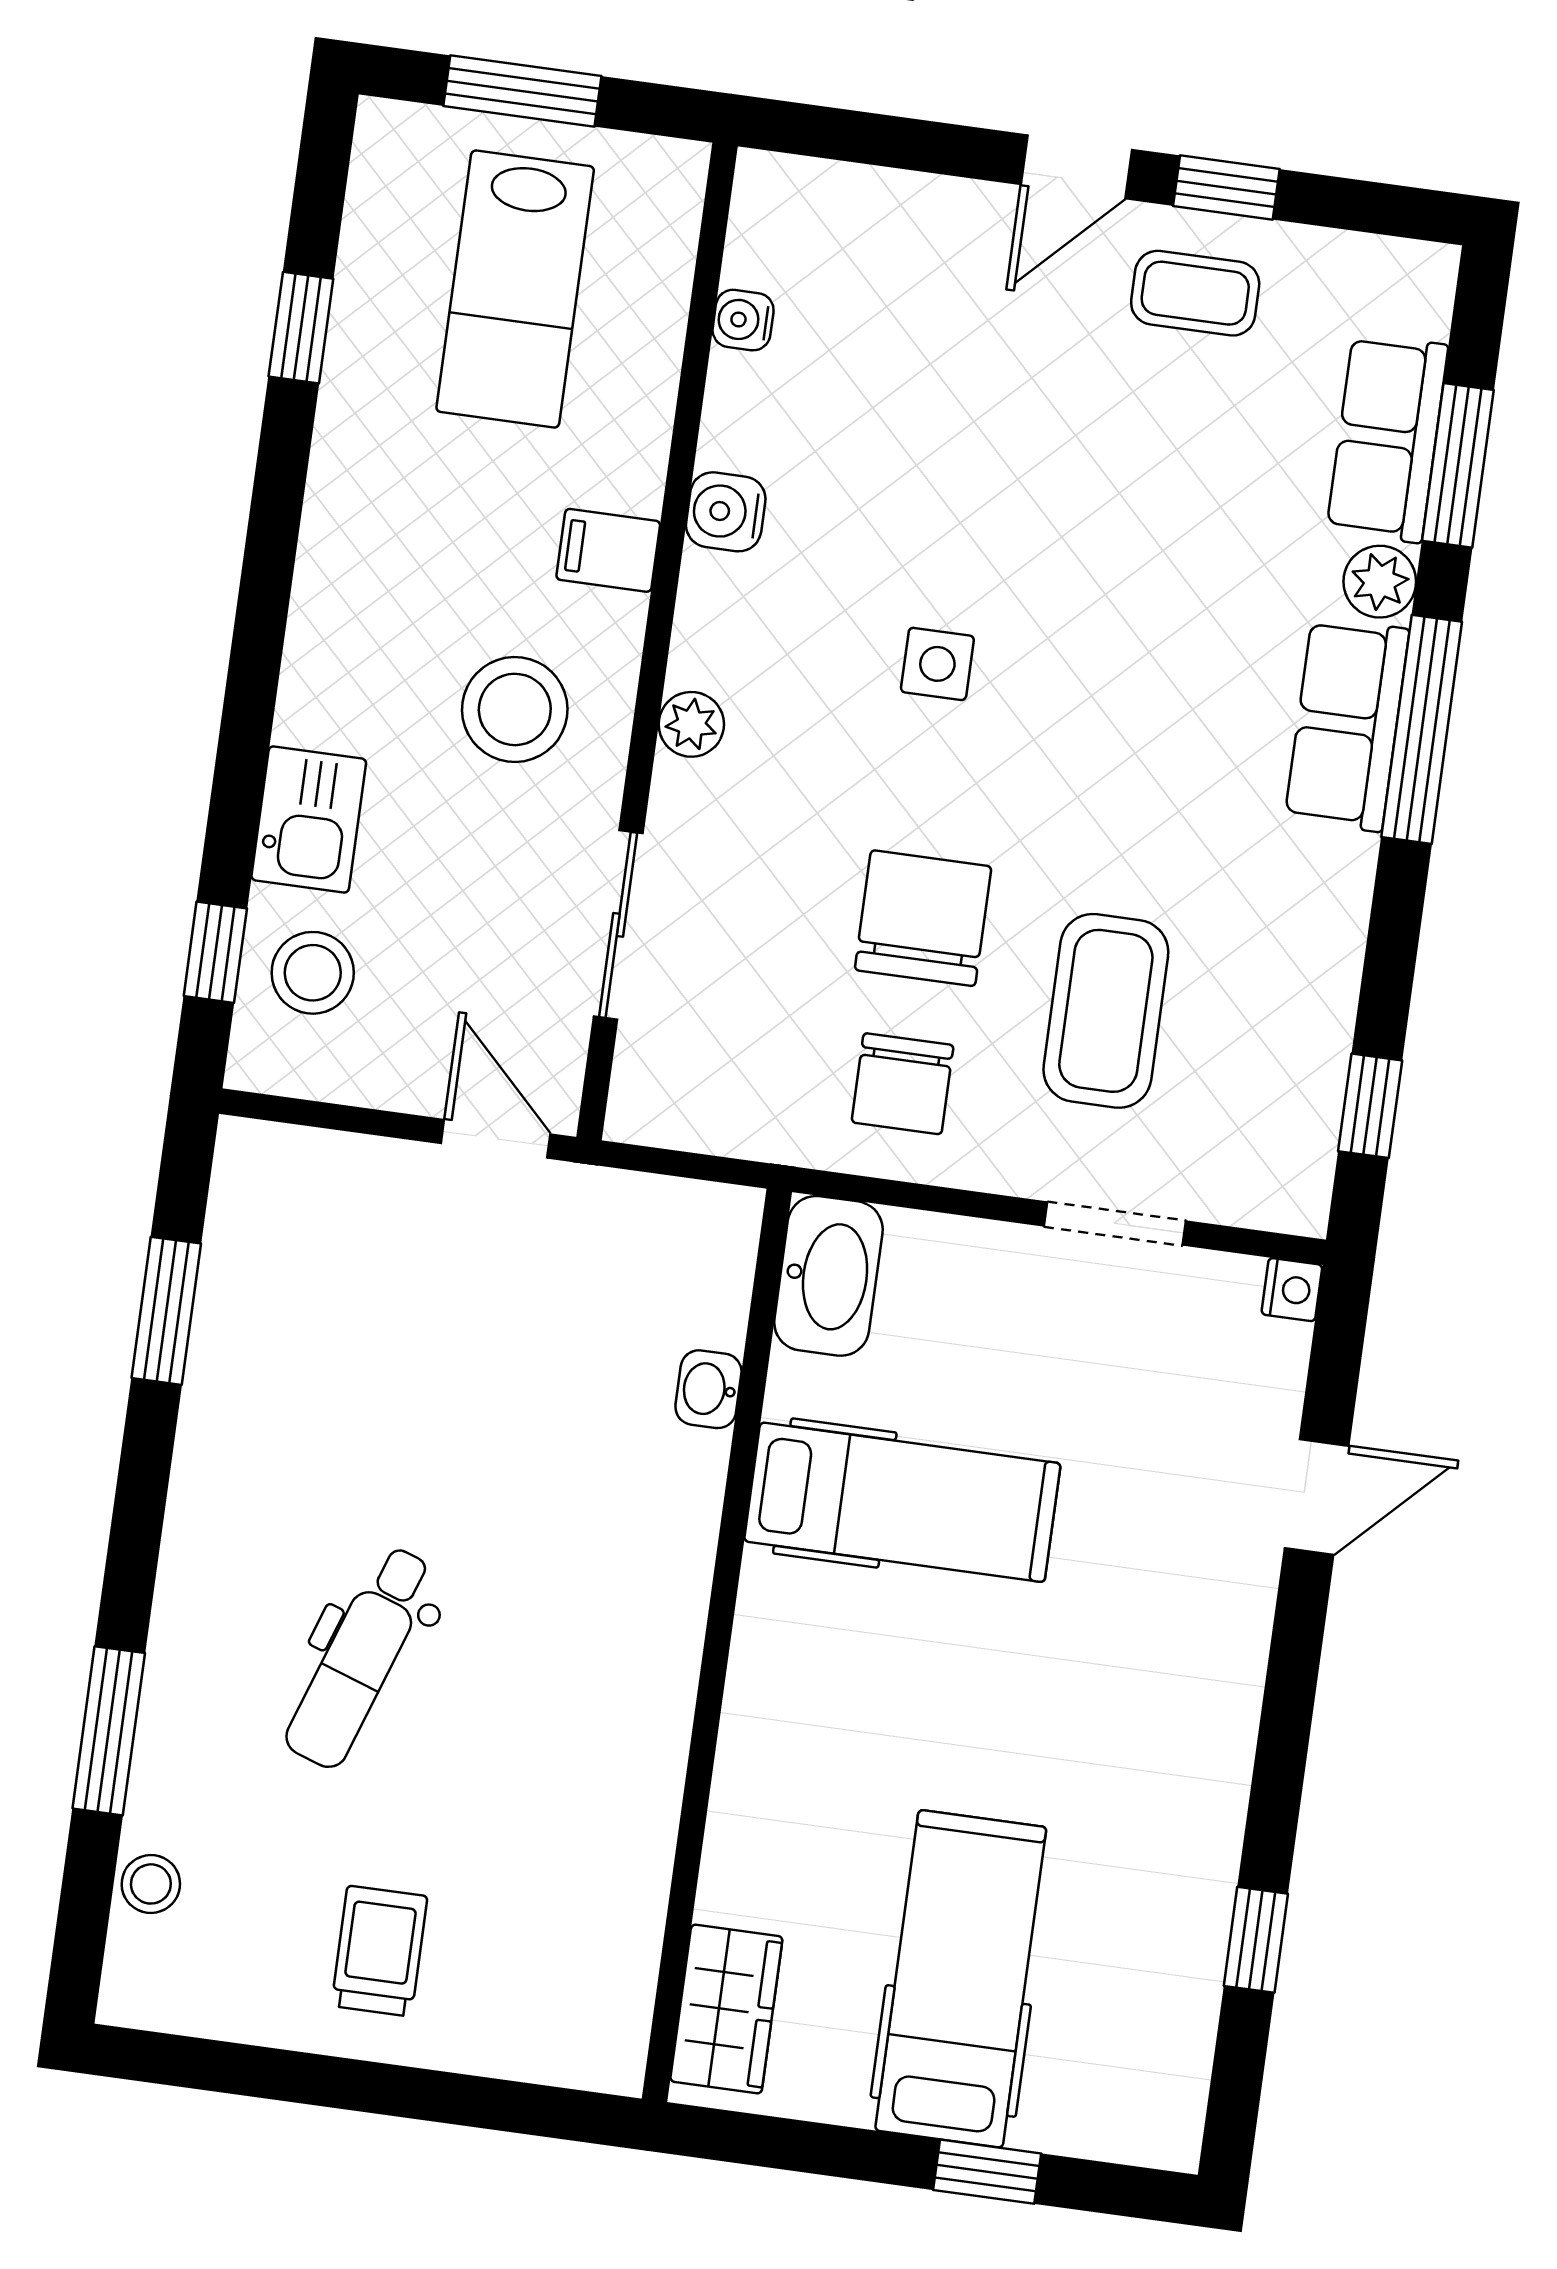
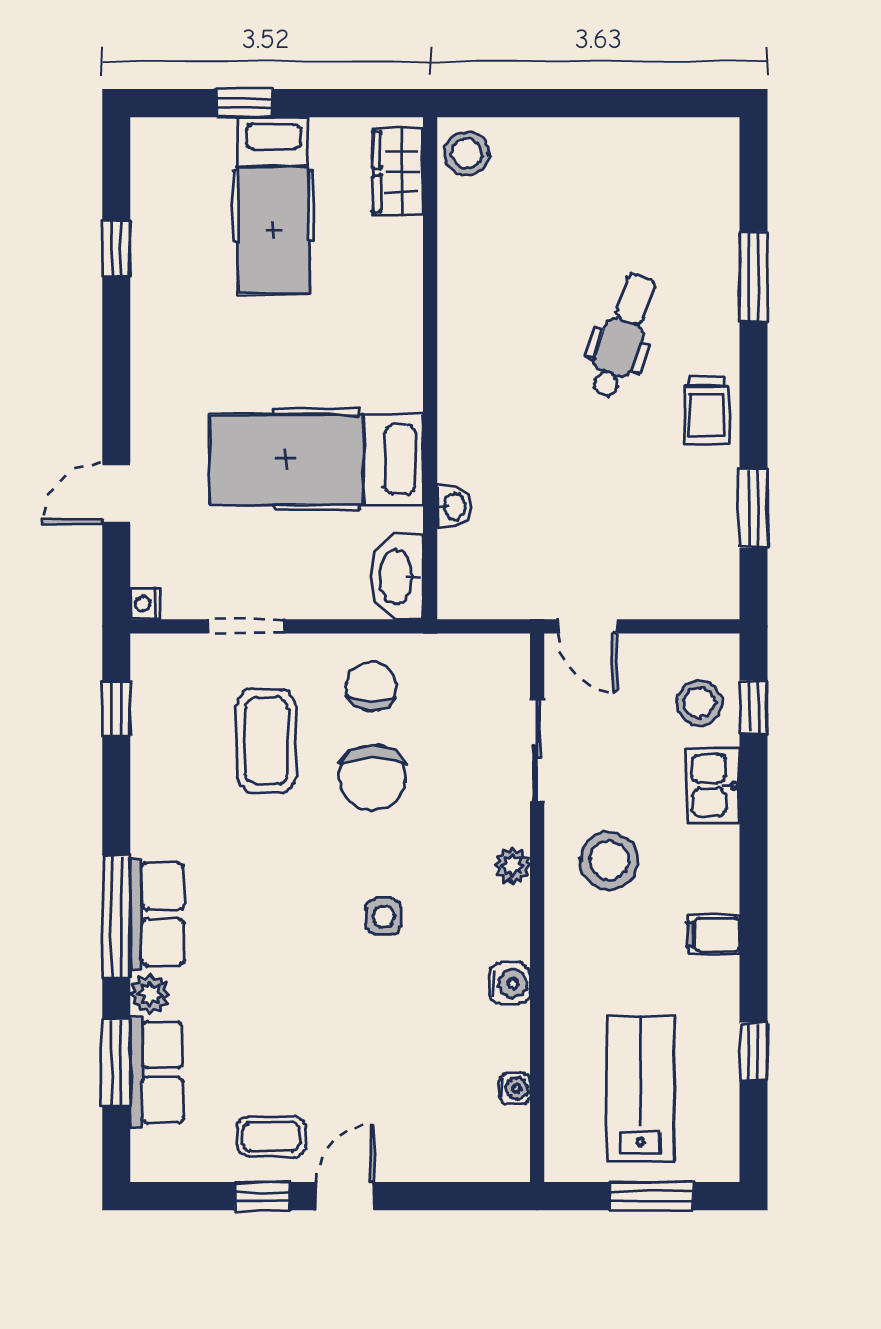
filing cabinet: (608, 550) -> (713, 935), moved, turned 180
hospital bed: (902, 1502) -> (316, 460), width x1.37, depth x1.29
stool: (151, 1884) -> (467, 153), moved, width x1.37, depth x1.37
trolley: (379, 1951) -> (707, 410), moved

